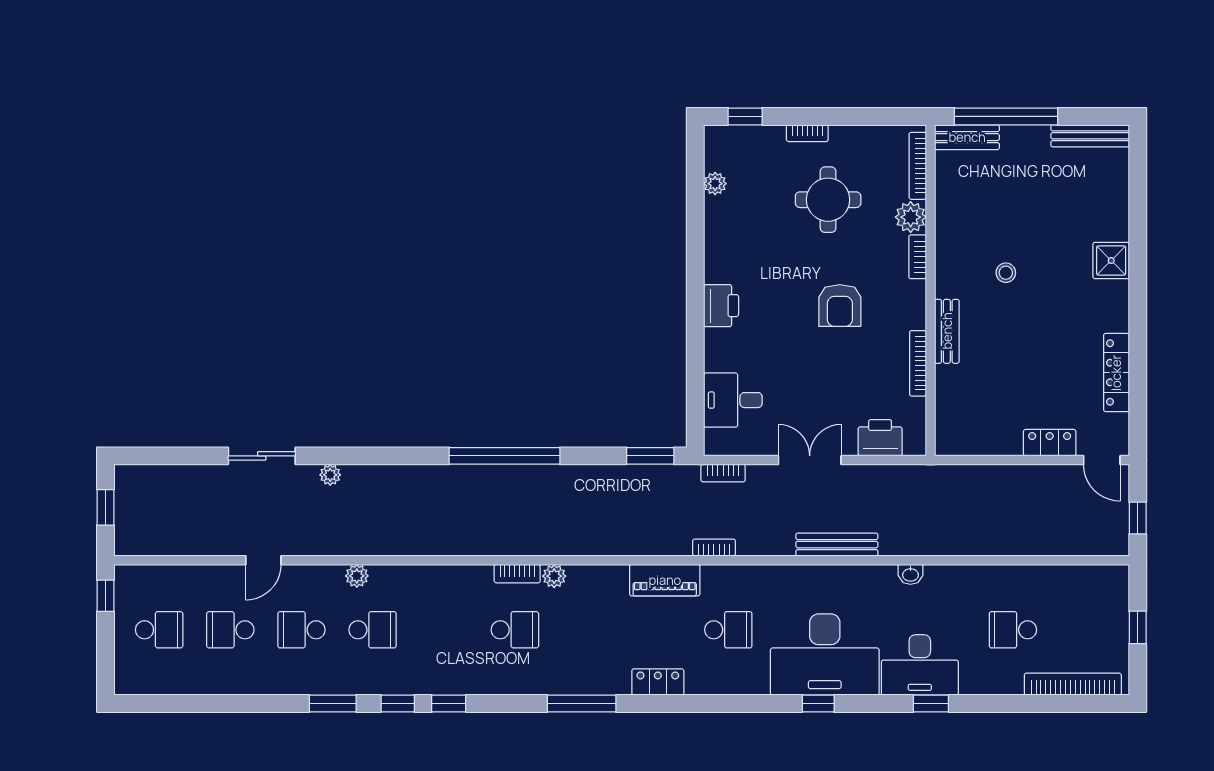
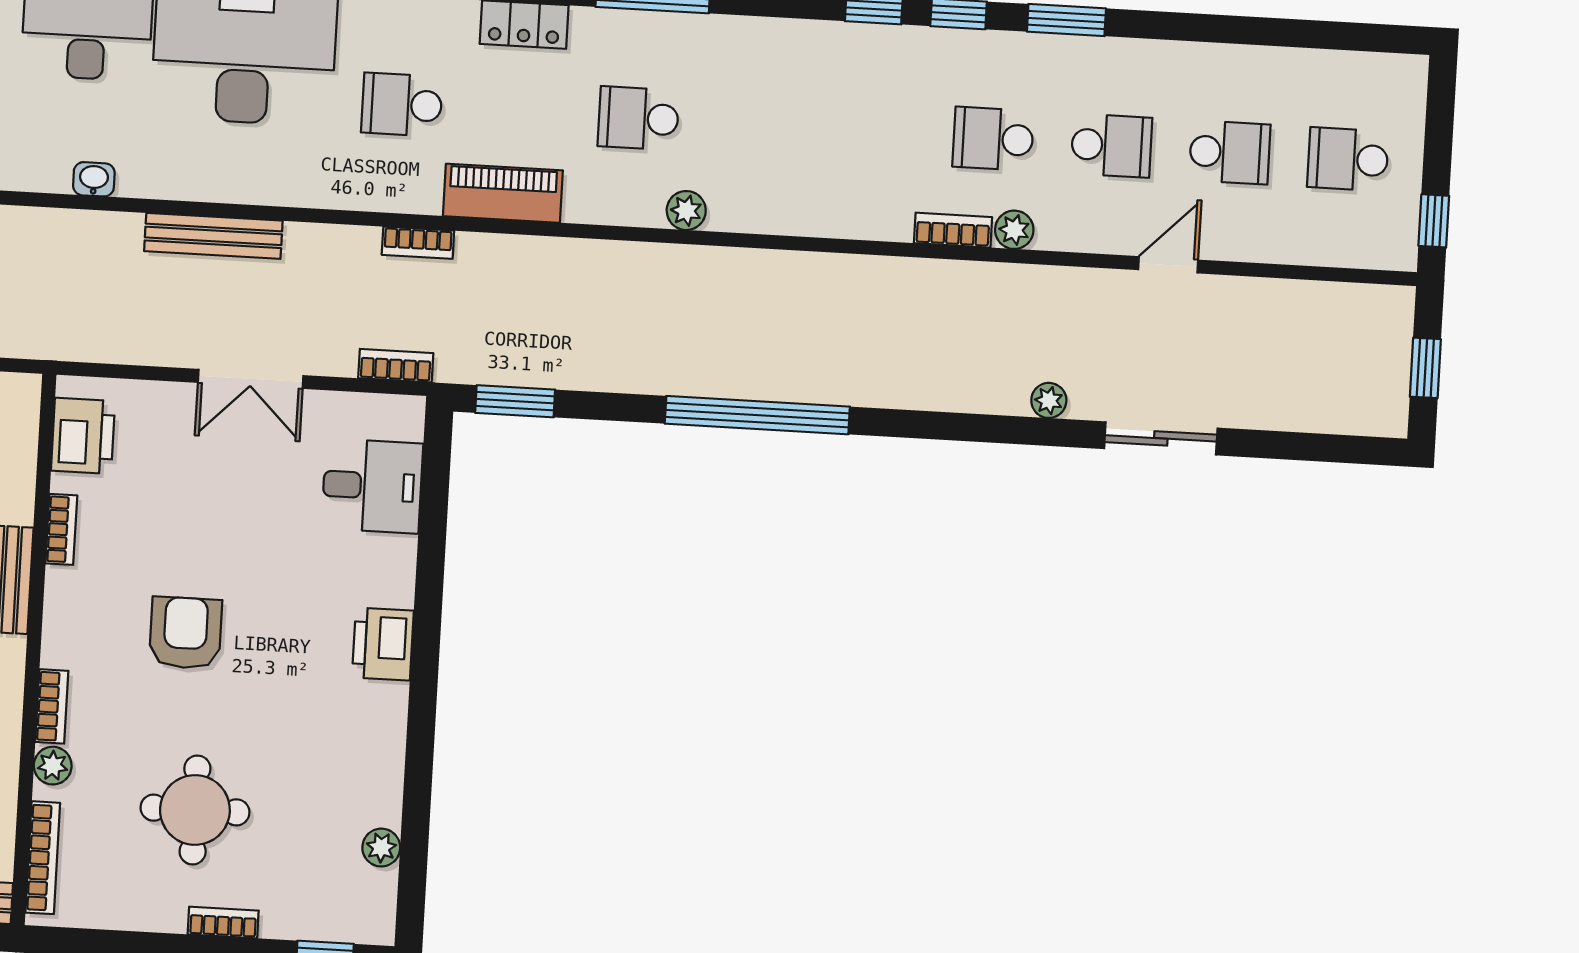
plant: (911, 217) -> (53, 766), width x0.73, depth x0.73
bookcase: (918, 363) -> (61, 529), width x0.64
printer: (880, 438) -> (83, 436), moved, turned -90
bookcase: (517, 574) -> (953, 230), moved
school desk: (515, 630) -> (638, 118), moved

